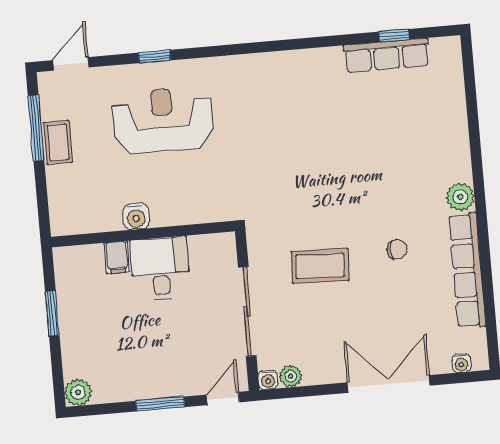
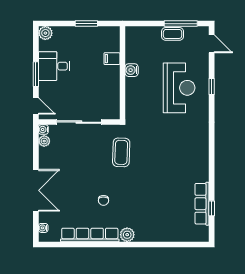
coffee table: (320, 266) -> (121, 152), moved
desk: (160, 269) -> (54, 66), moved, turned 180

